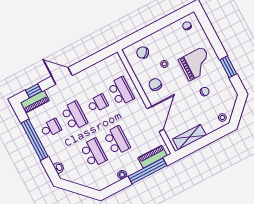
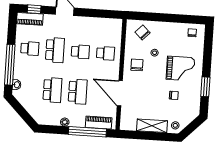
school desk: (121, 91) -> (105, 53), width x0.54
door: (155, 119) -> (120, 93), swing flipped
shelving: (189, 137) -> (152, 126), moved
window: (35, 140) -> (10, 65), moved

